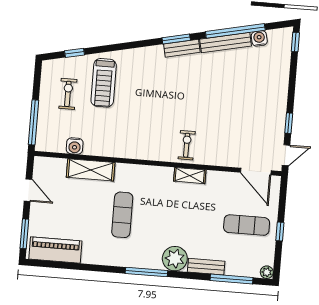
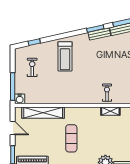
treadmill: (104, 83) -> (65, 56), moved
water cooler: (75, 146) -> (20, 99), moved
shelving: (91, 170) -> (43, 113), width x1.47

